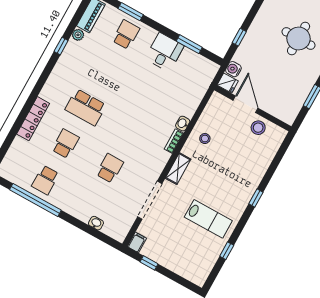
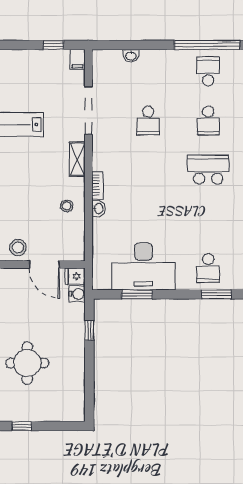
desk: (164, 52) -> (143, 266), width x1.87, depth x1.30

